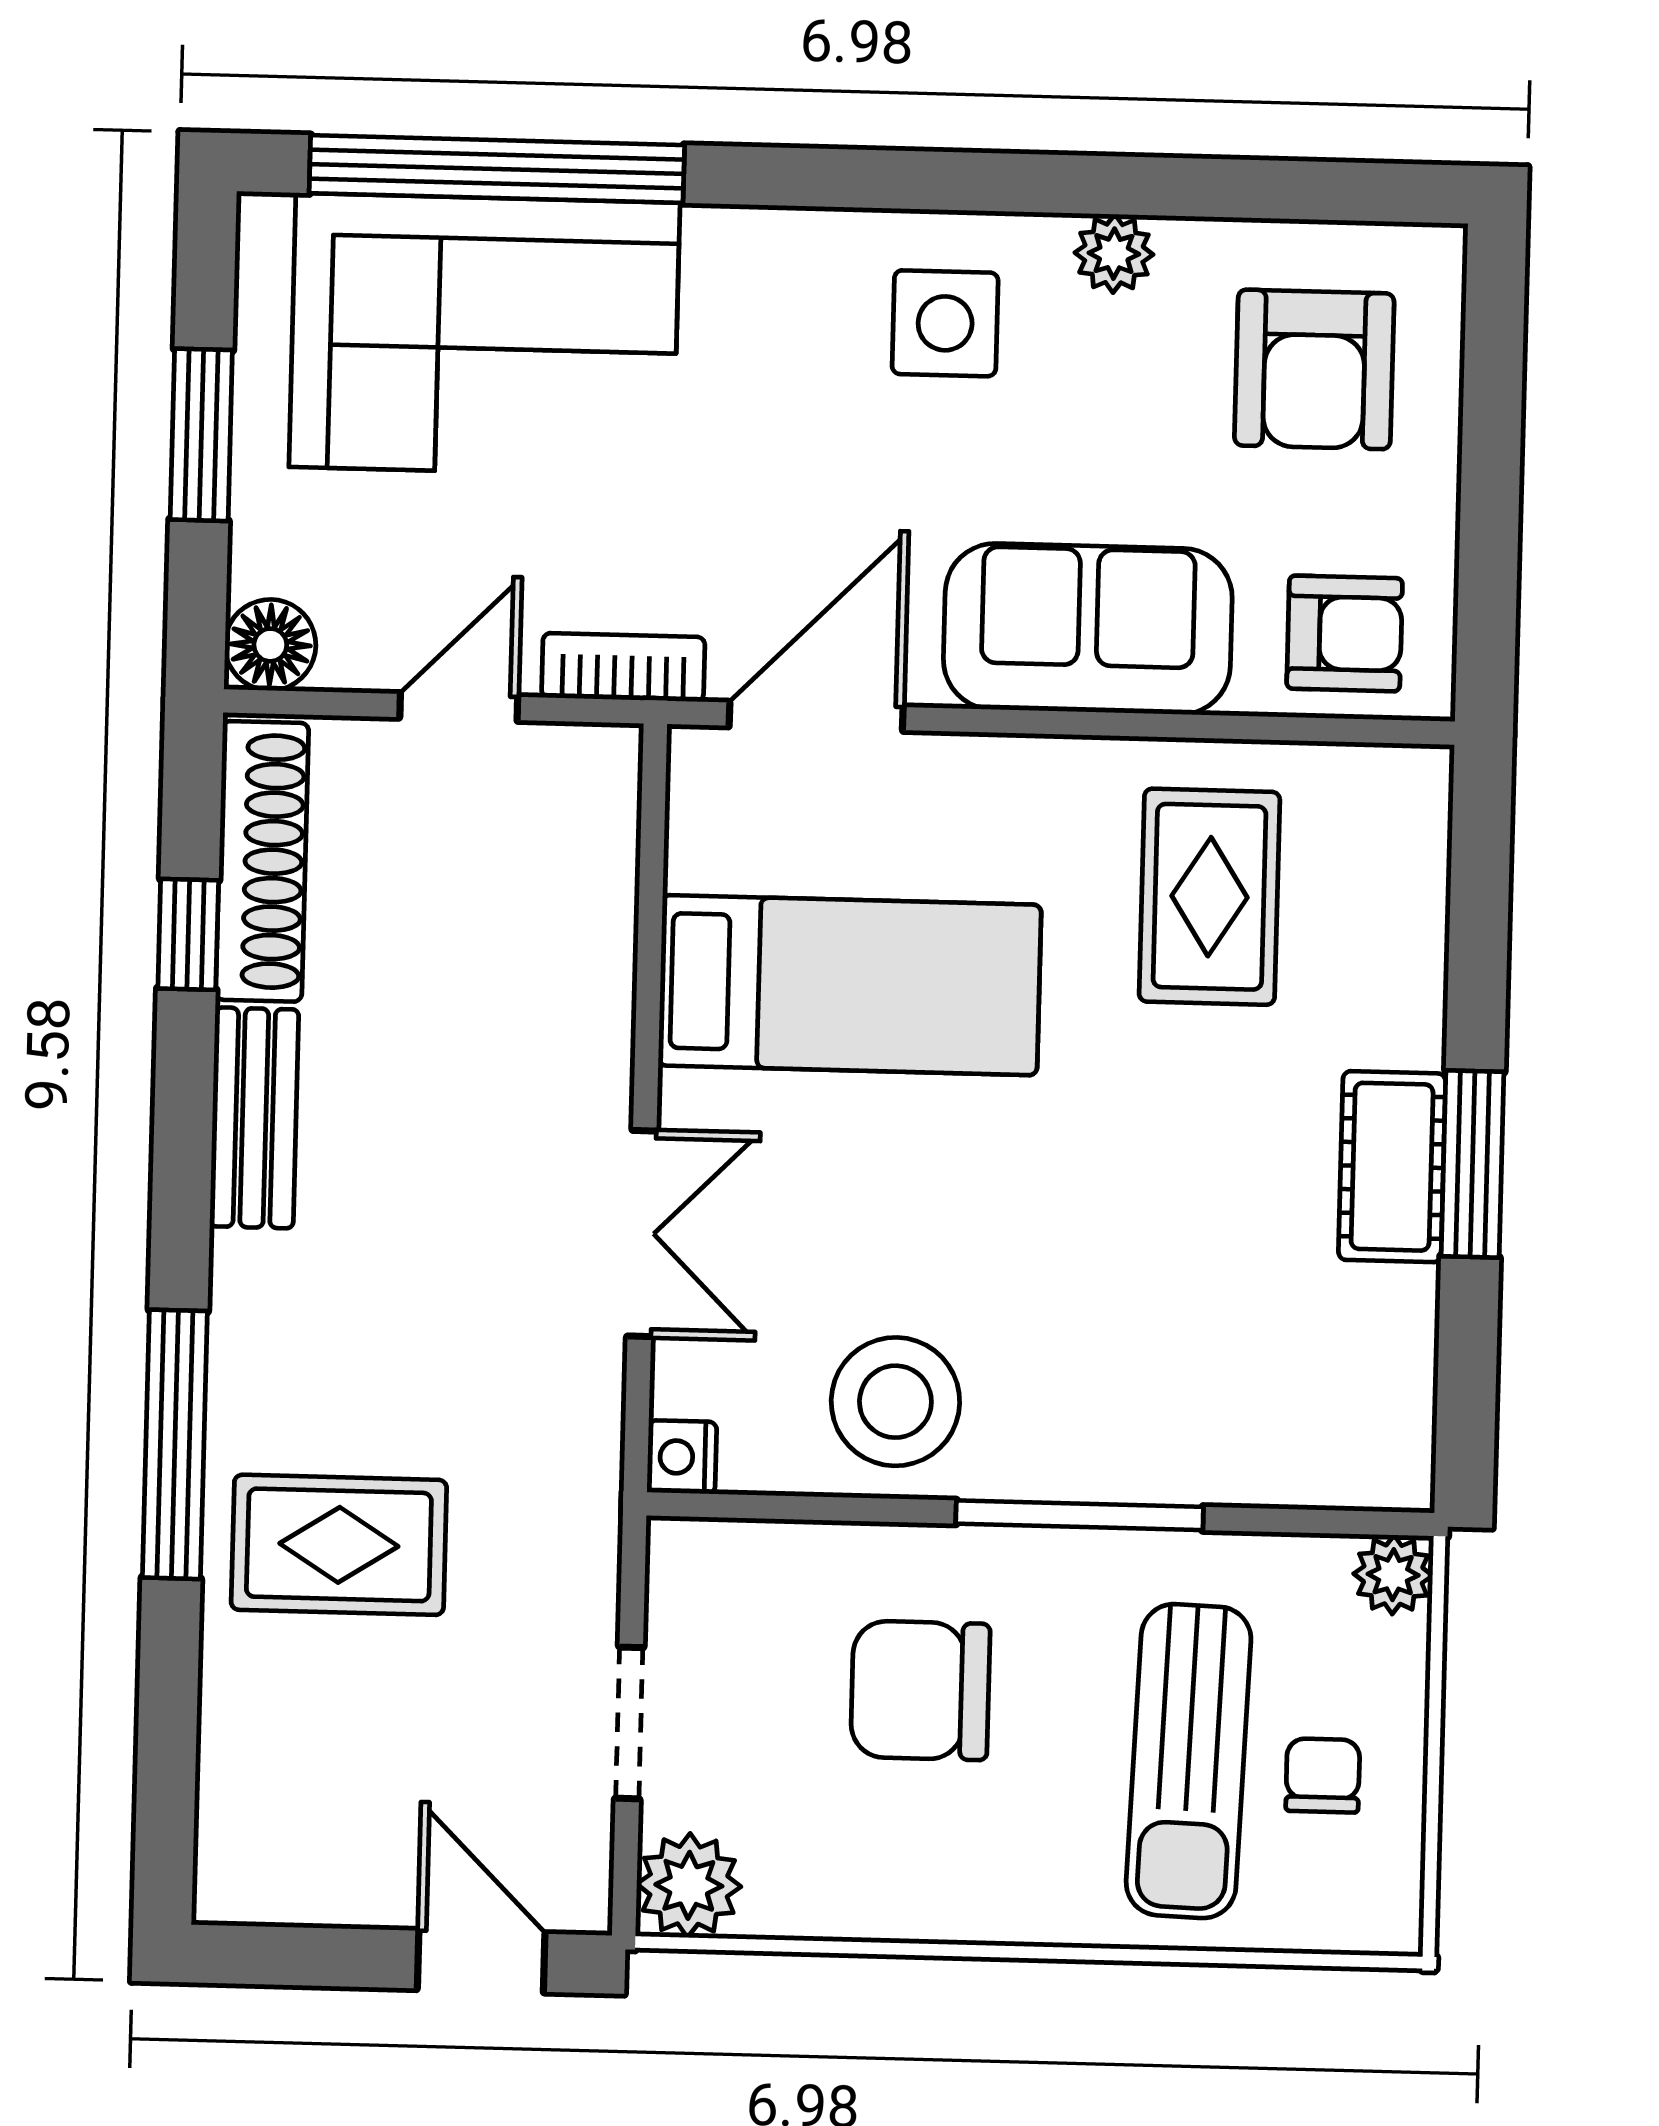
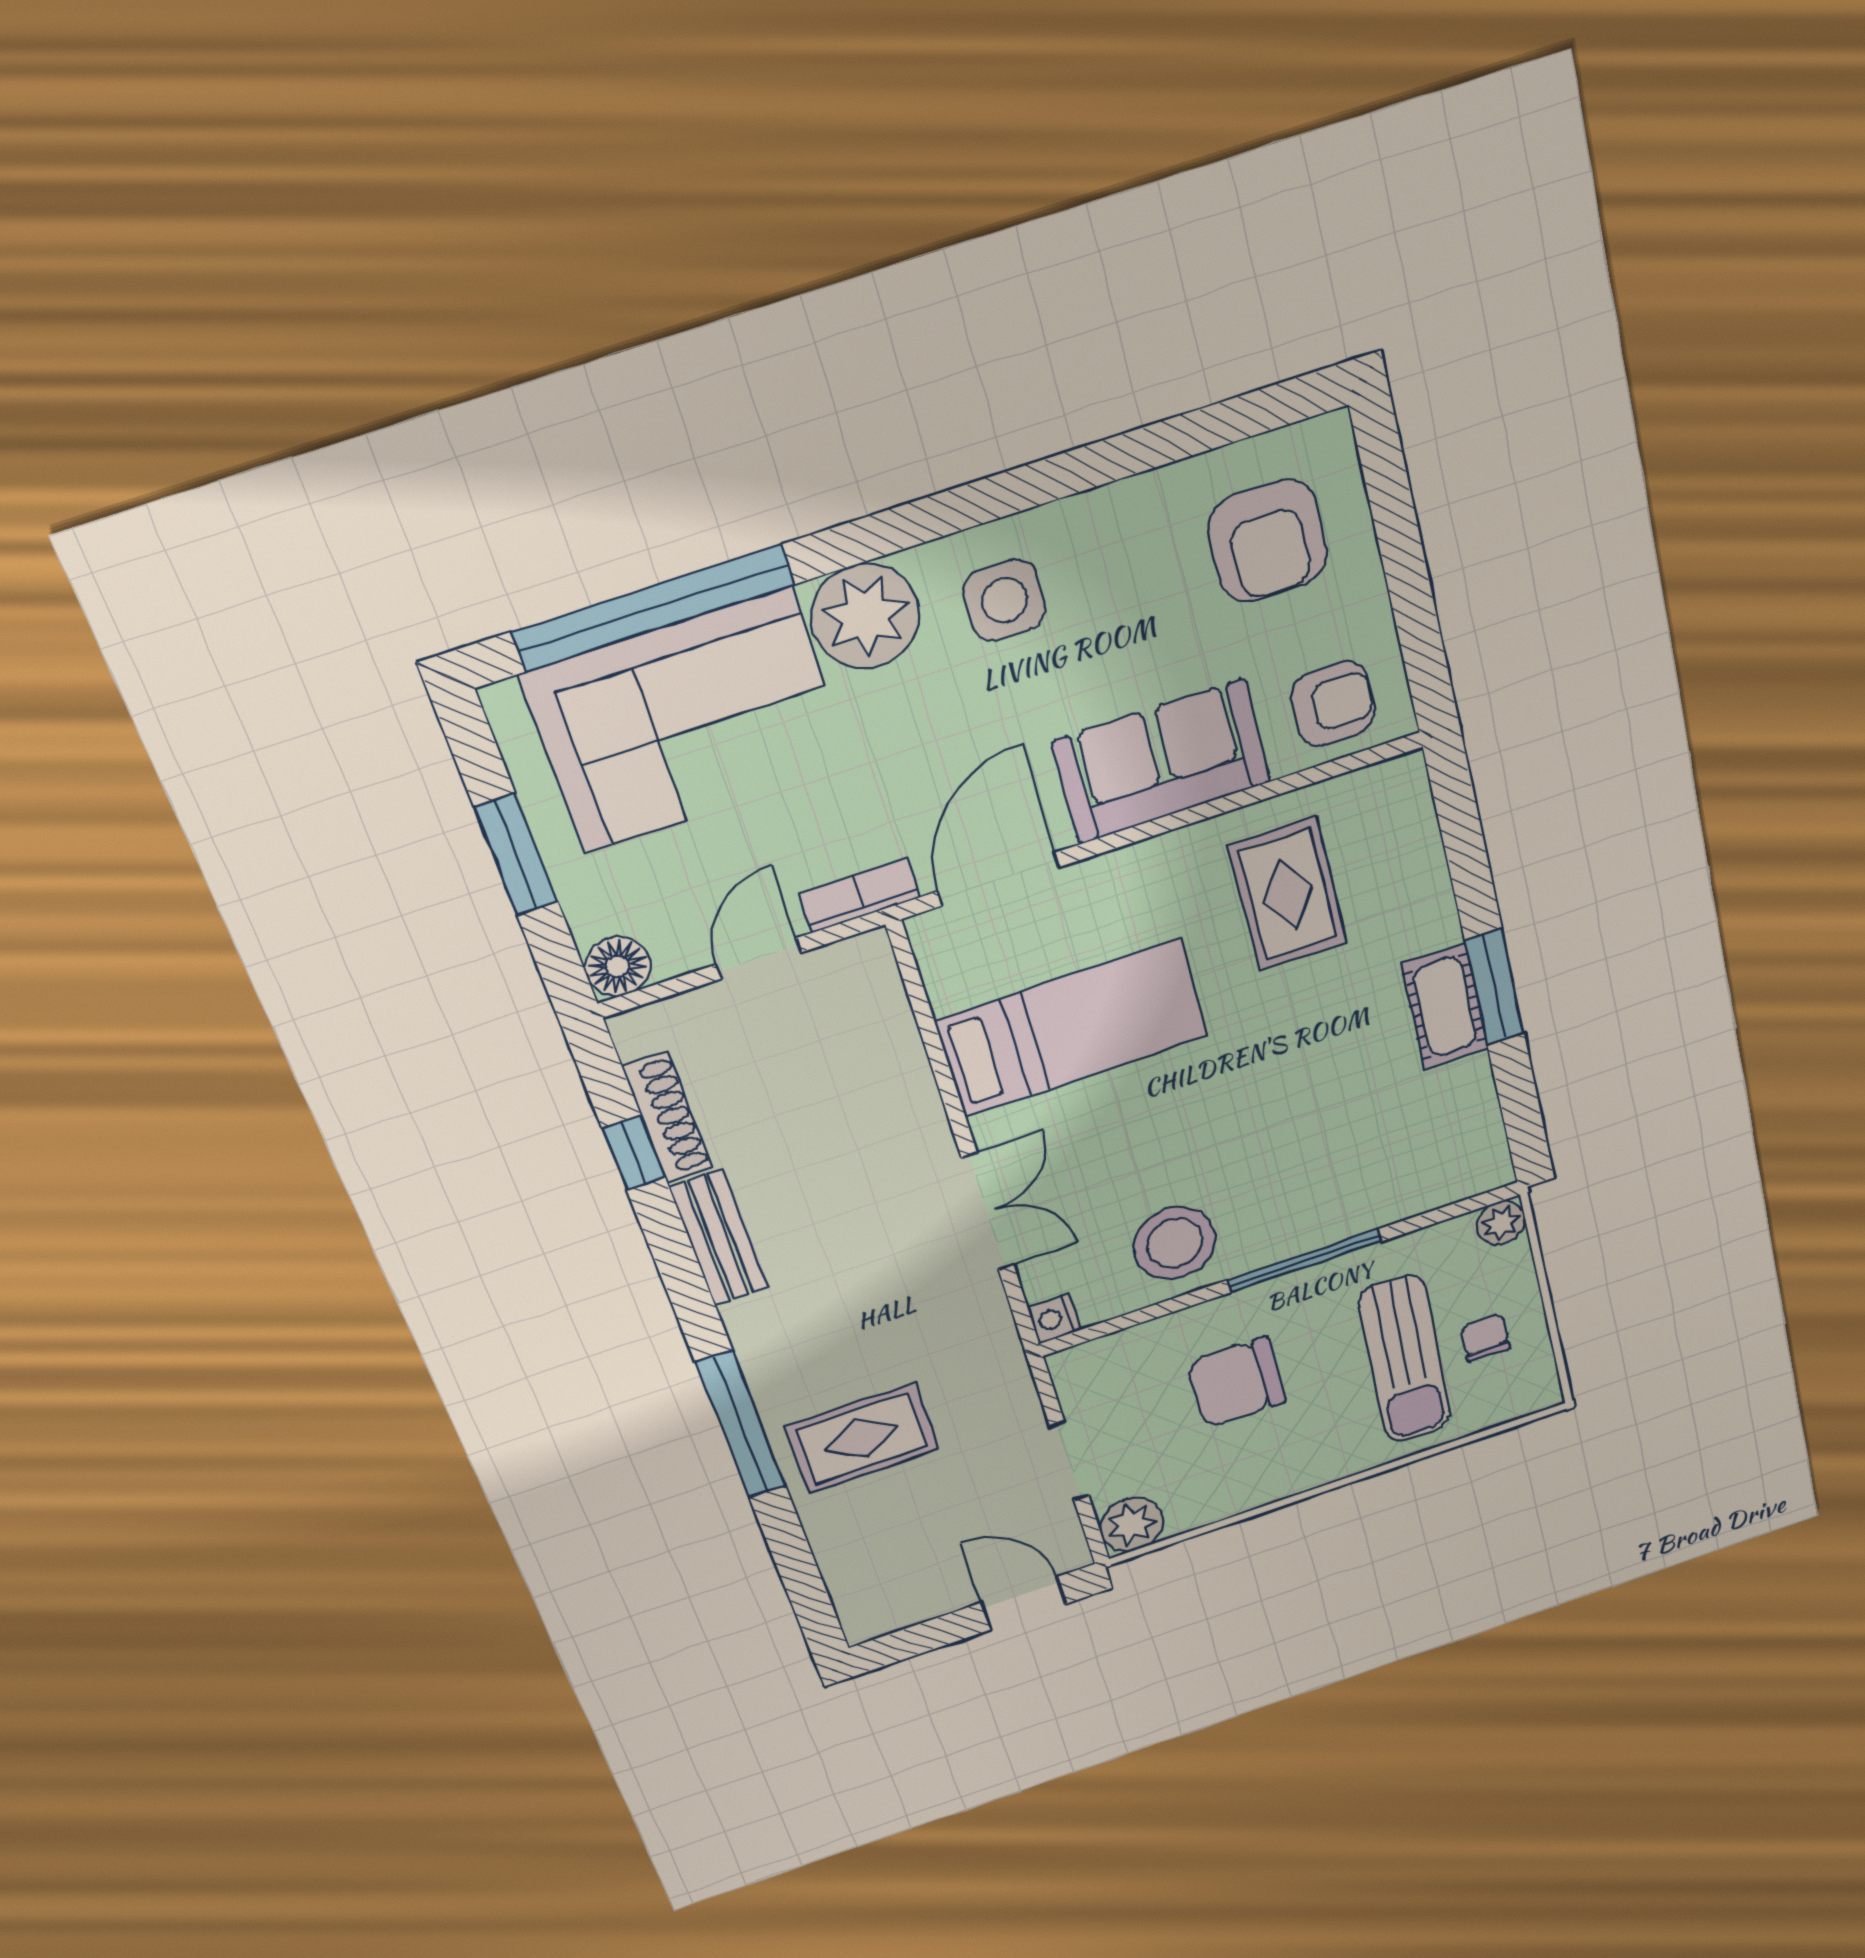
plant: (1114, 254) -> (865, 616), moved, width x1.88, depth x1.88
shoe rack: (262, 861) -> (667, 1117), width x0.74, depth x0.81

